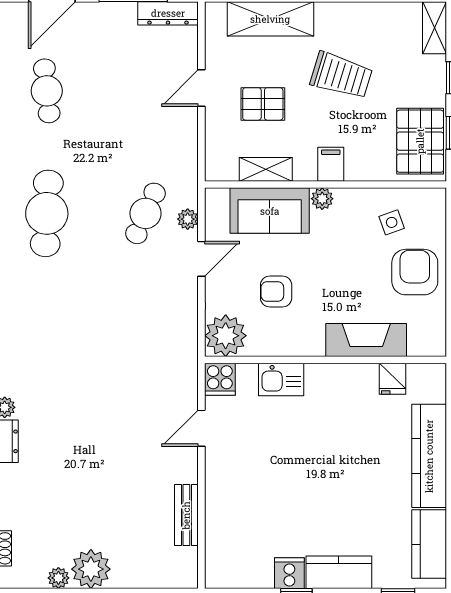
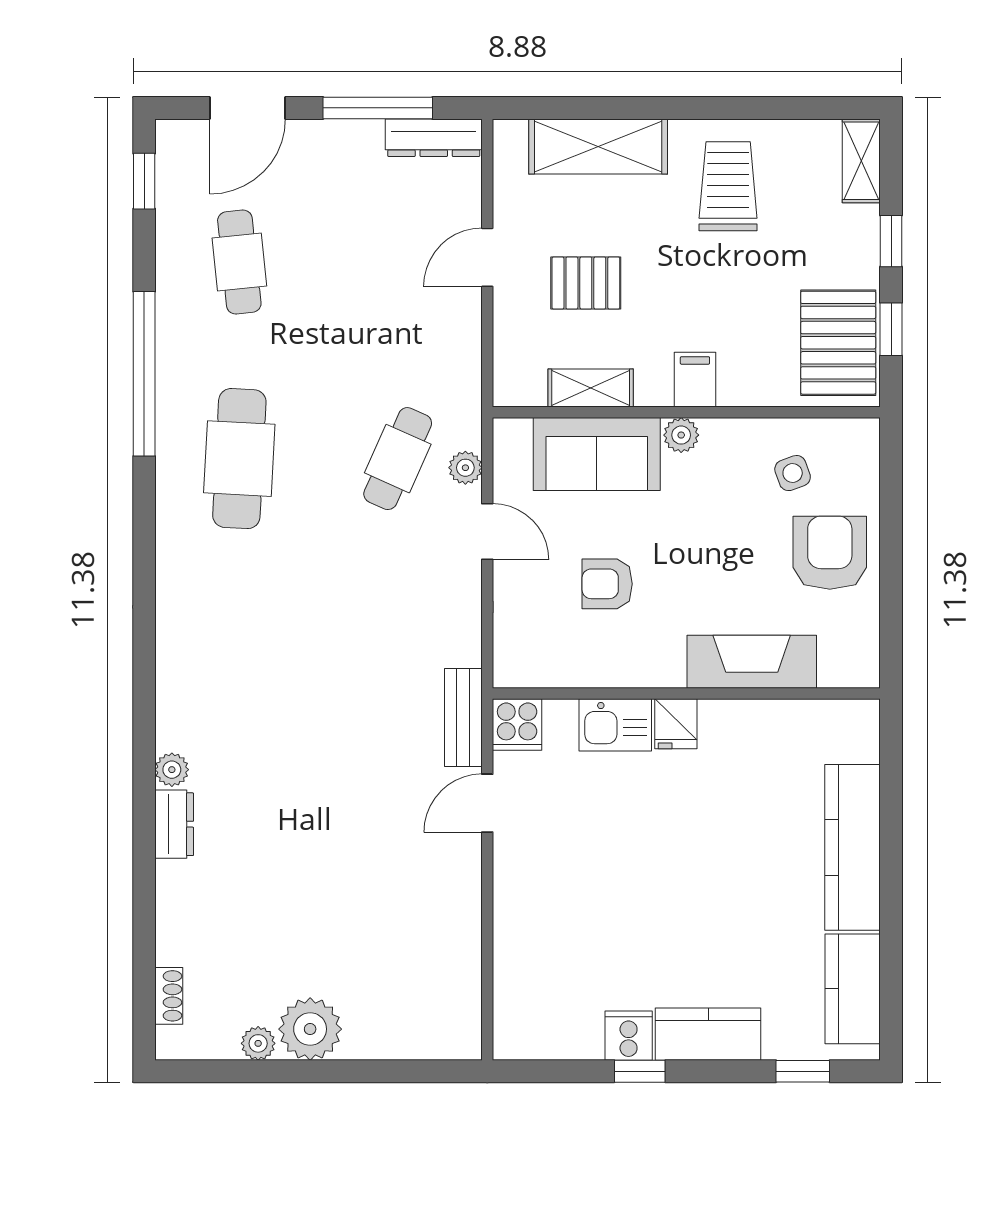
trolley: (341, 75) -> (728, 186), moved, turned -107
door: (201, 259) -> (487, 531), hinge flipped
plant: (226, 336) -> (526, 655), removed
fridge: (393, 379) -> (676, 724), moved
bench: (186, 515) -> (463, 717), moved

